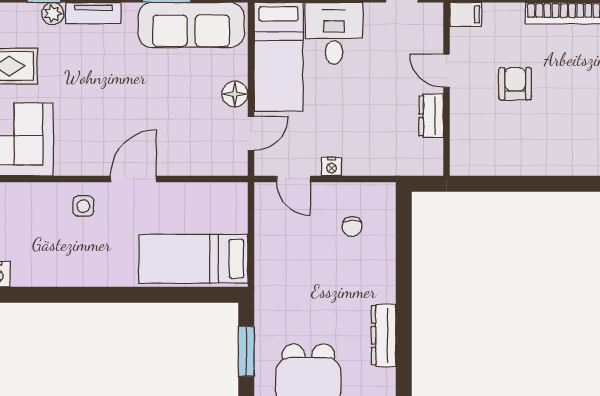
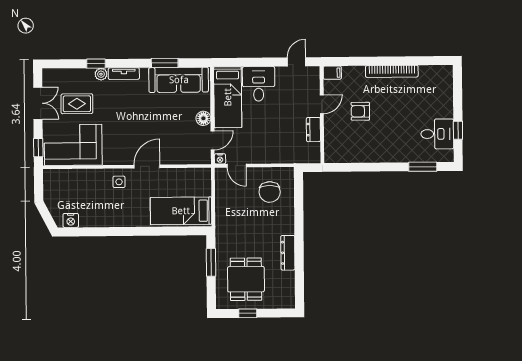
door: (447, 71) -> (322, 104), swing flipped
armchair: (515, 84) -> (360, 111), turned -90
nightstand: (332, 167) -> (220, 159), moved
chair: (352, 227) -> (270, 192), width x1.87, depth x1.87

